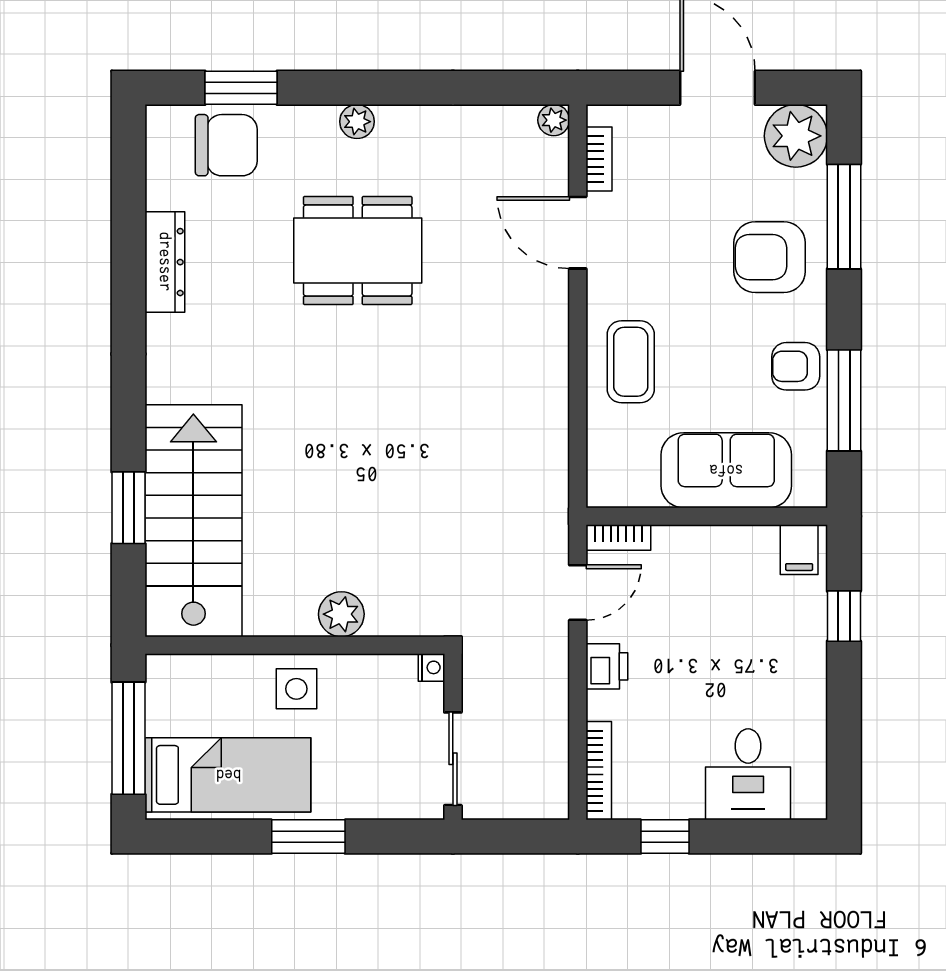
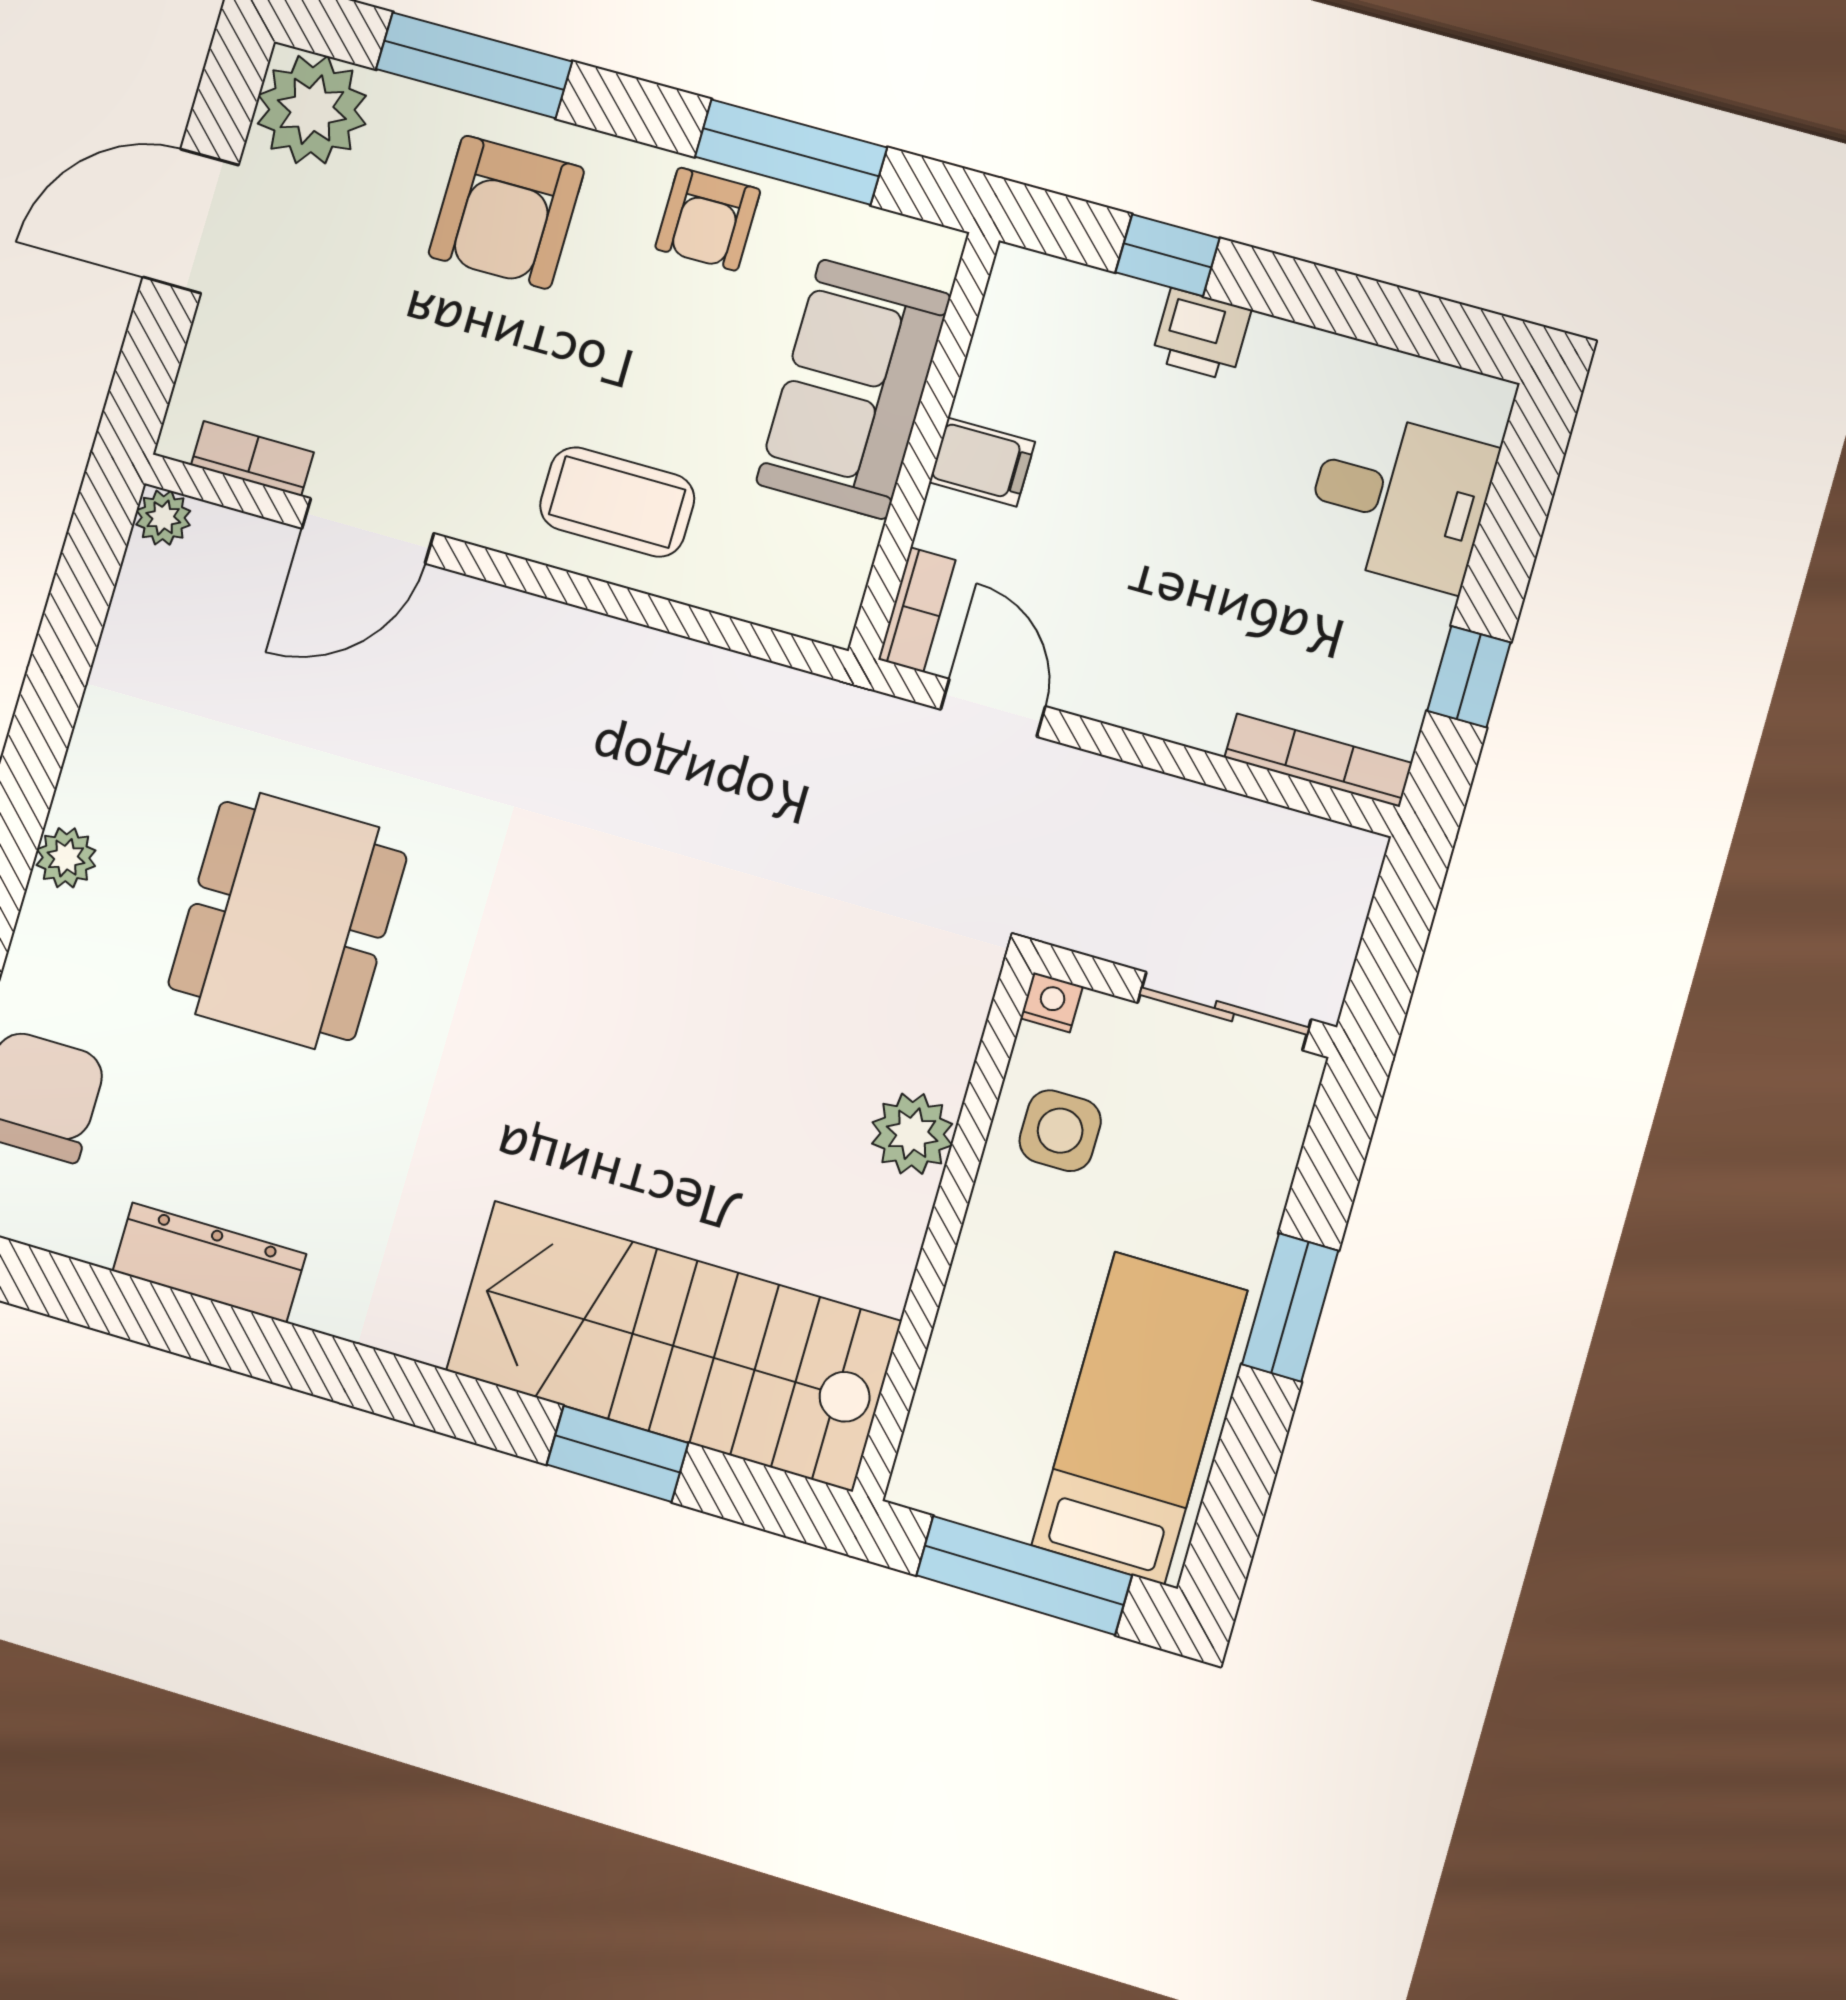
filing cabinet: (799, 550) -> (982, 462), moved
printer: (607, 666) -> (1201, 335), moved, turned 180
side table: (296, 689) -> (1060, 1131), moved

